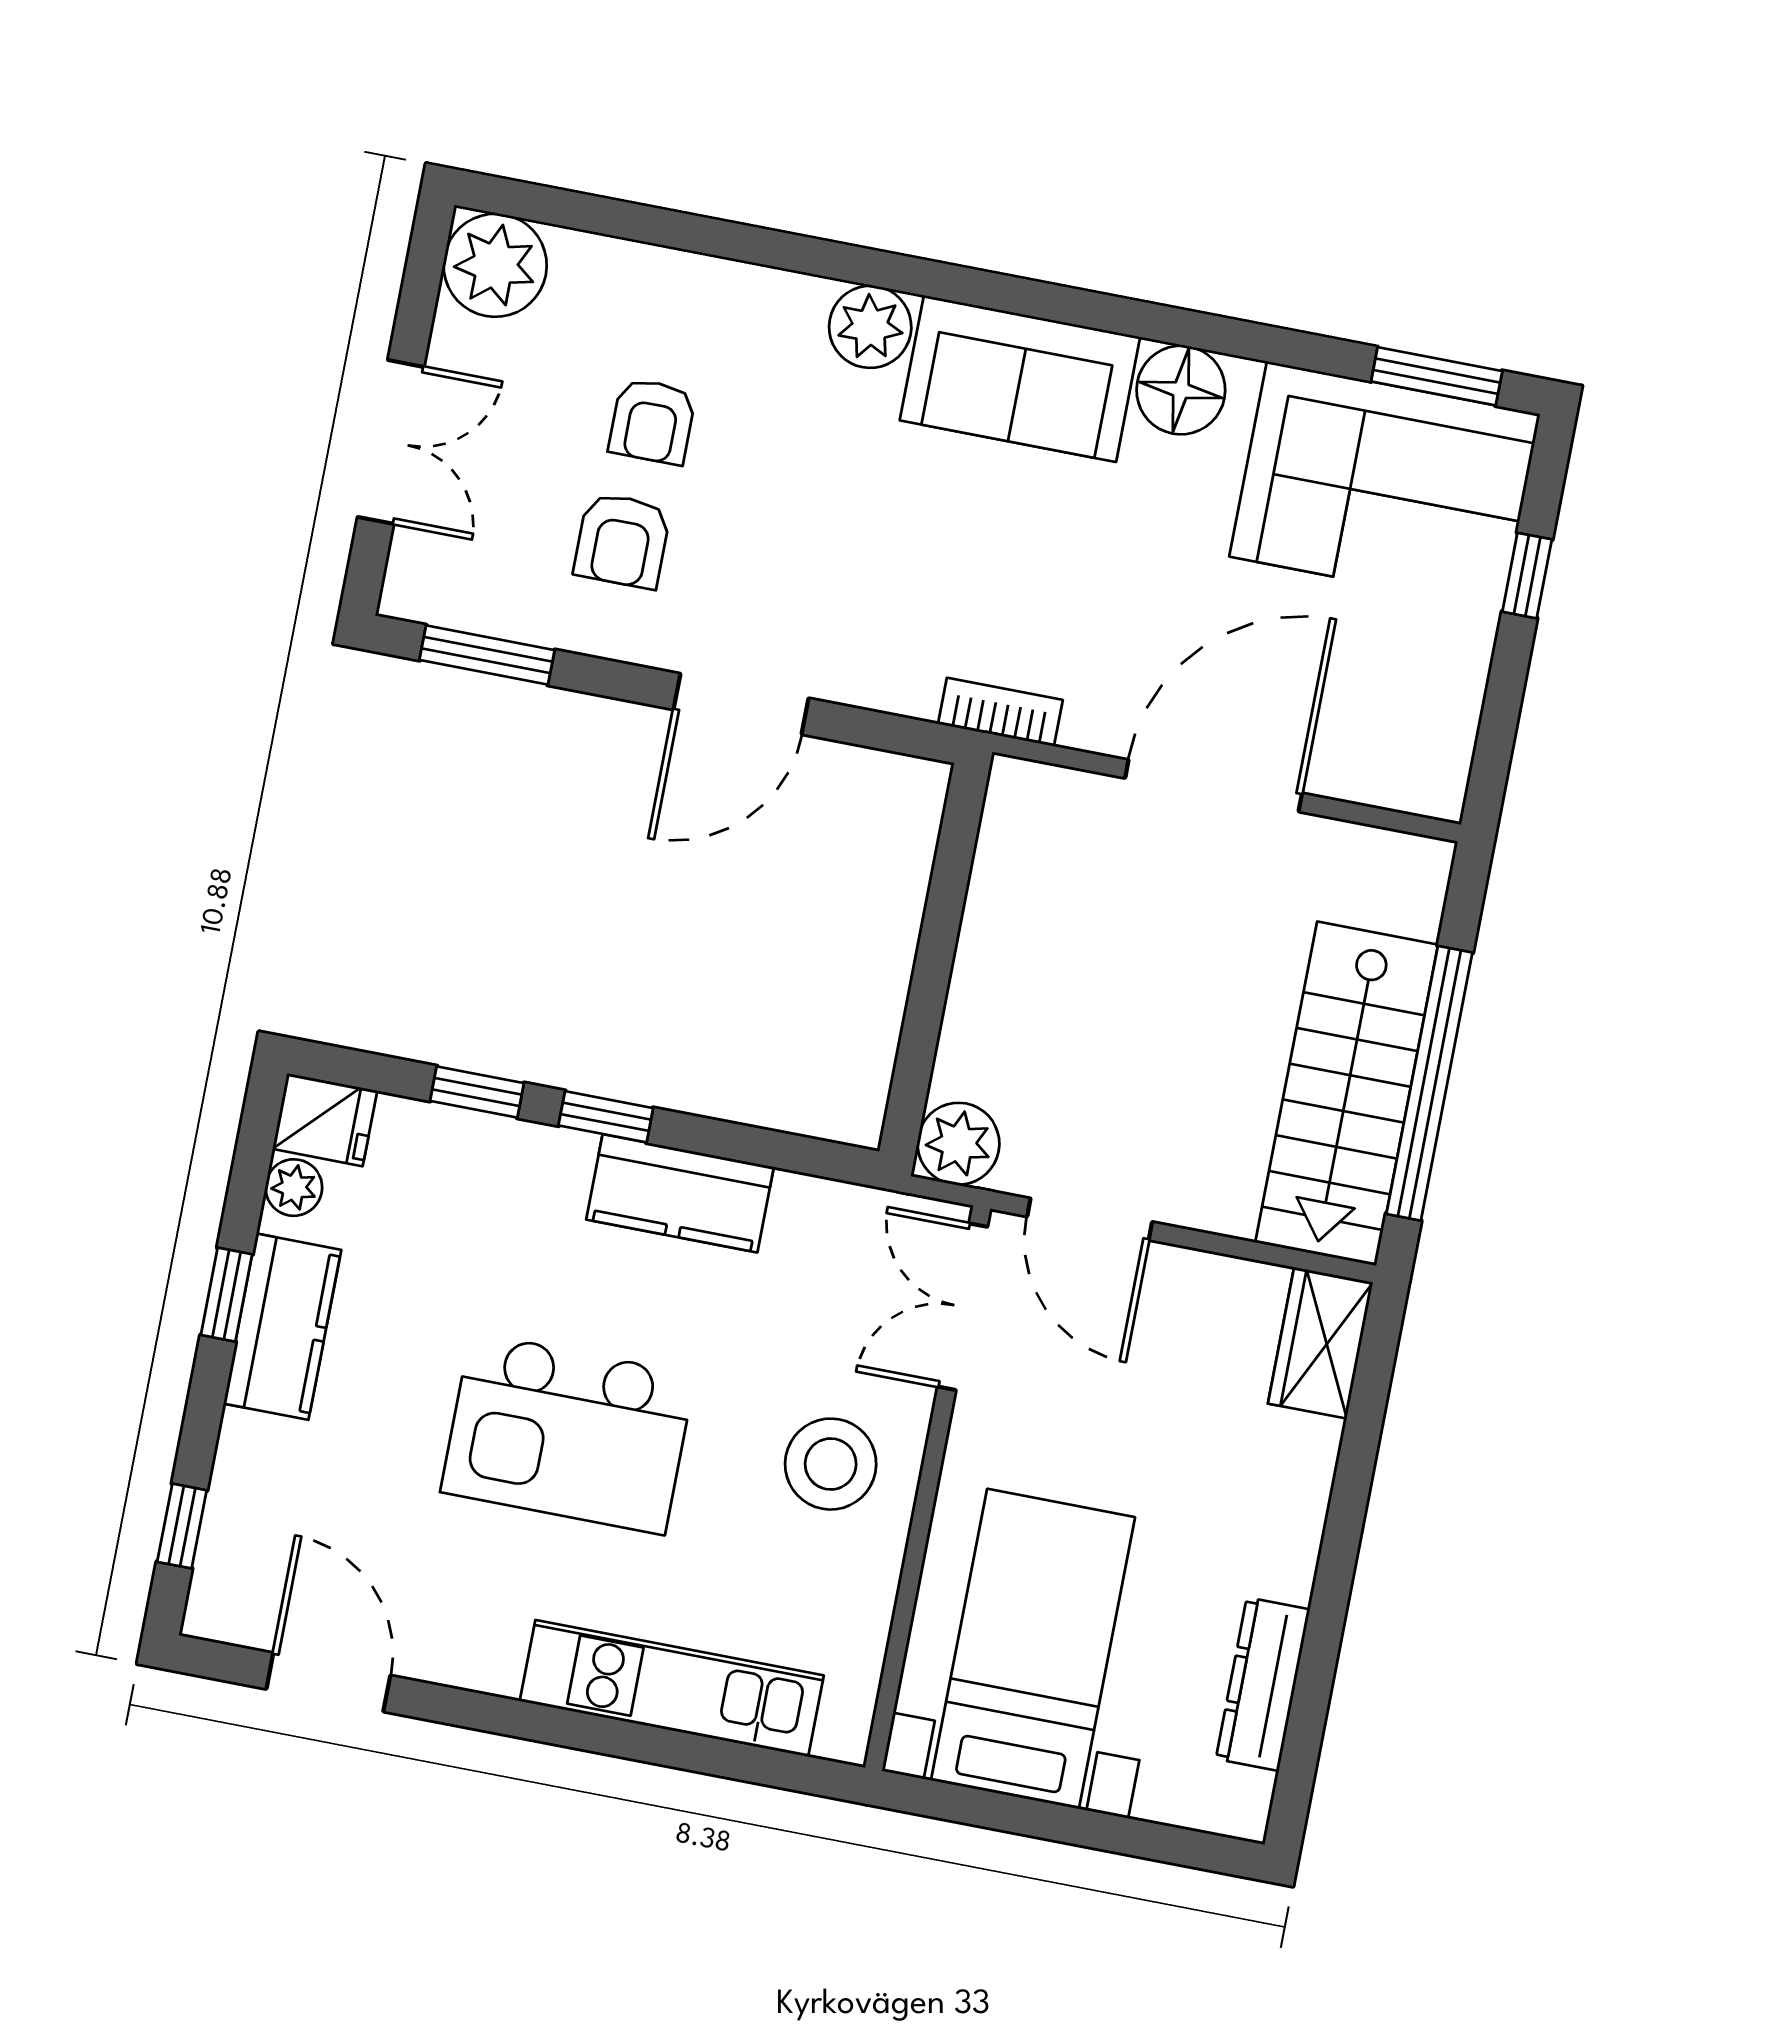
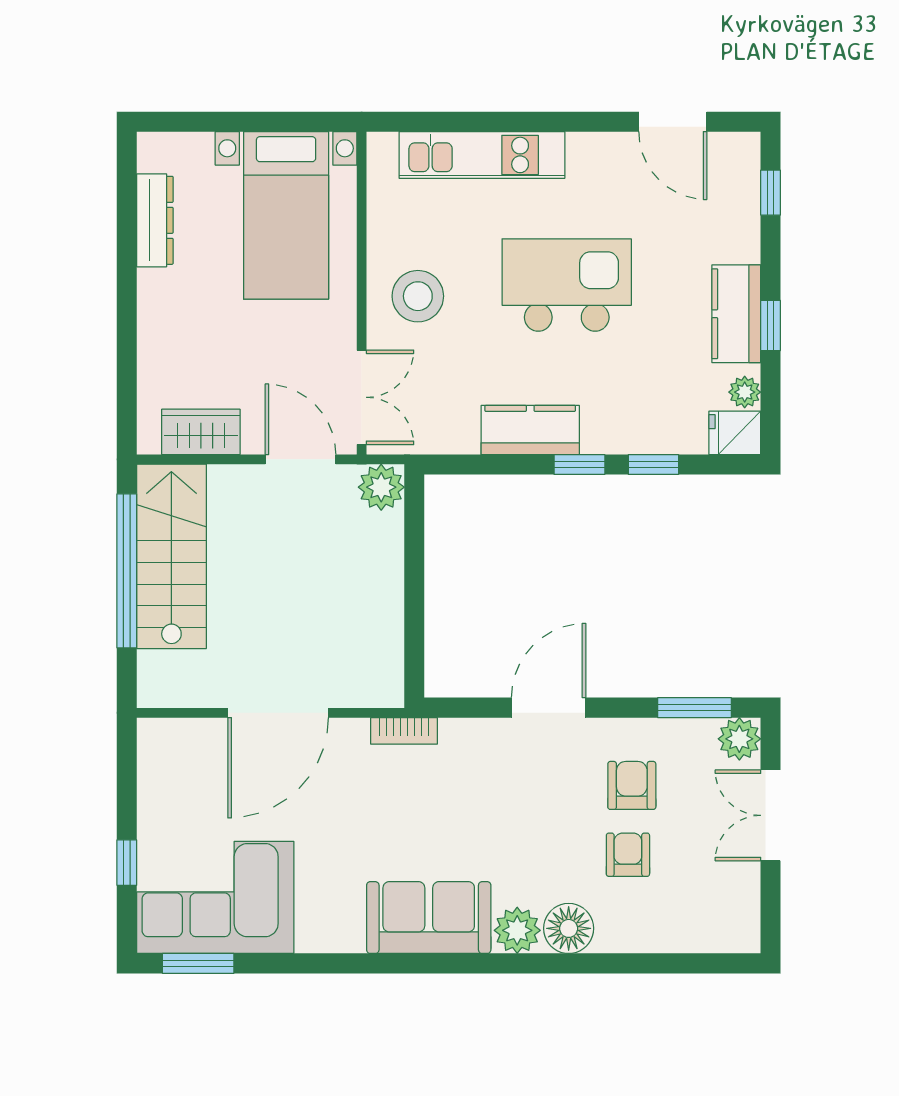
plant: (495, 265) -> (739, 739), moved, width x0.73, depth x0.73
floor lamp: (1181, 390) -> (569, 928), moved
wardrobe: (1320, 1343) -> (201, 432), moved, turned -90

